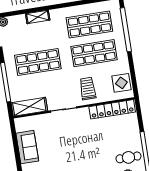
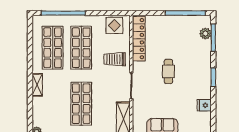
shelving: (38, 17) -> (37, 85), moved
cafe table: (128, 157) -> (168, 71), moved

